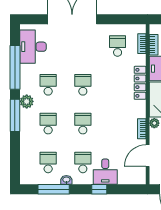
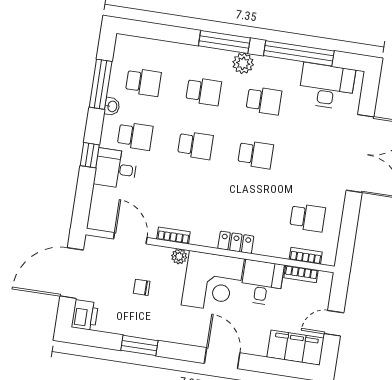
locker: (140, 83) -> (236, 242), width x0.66

